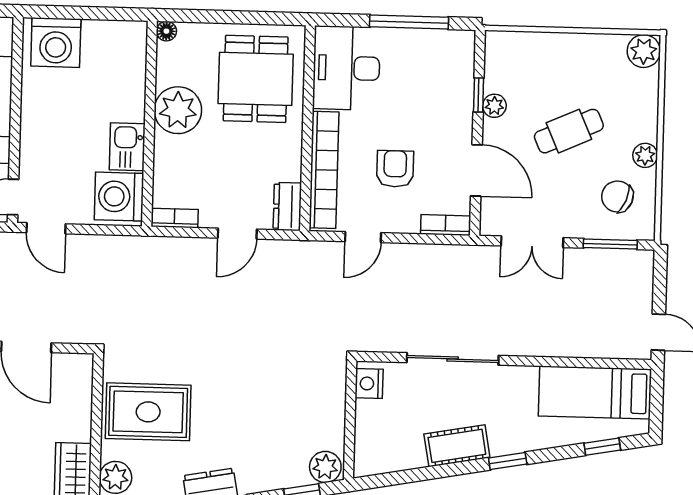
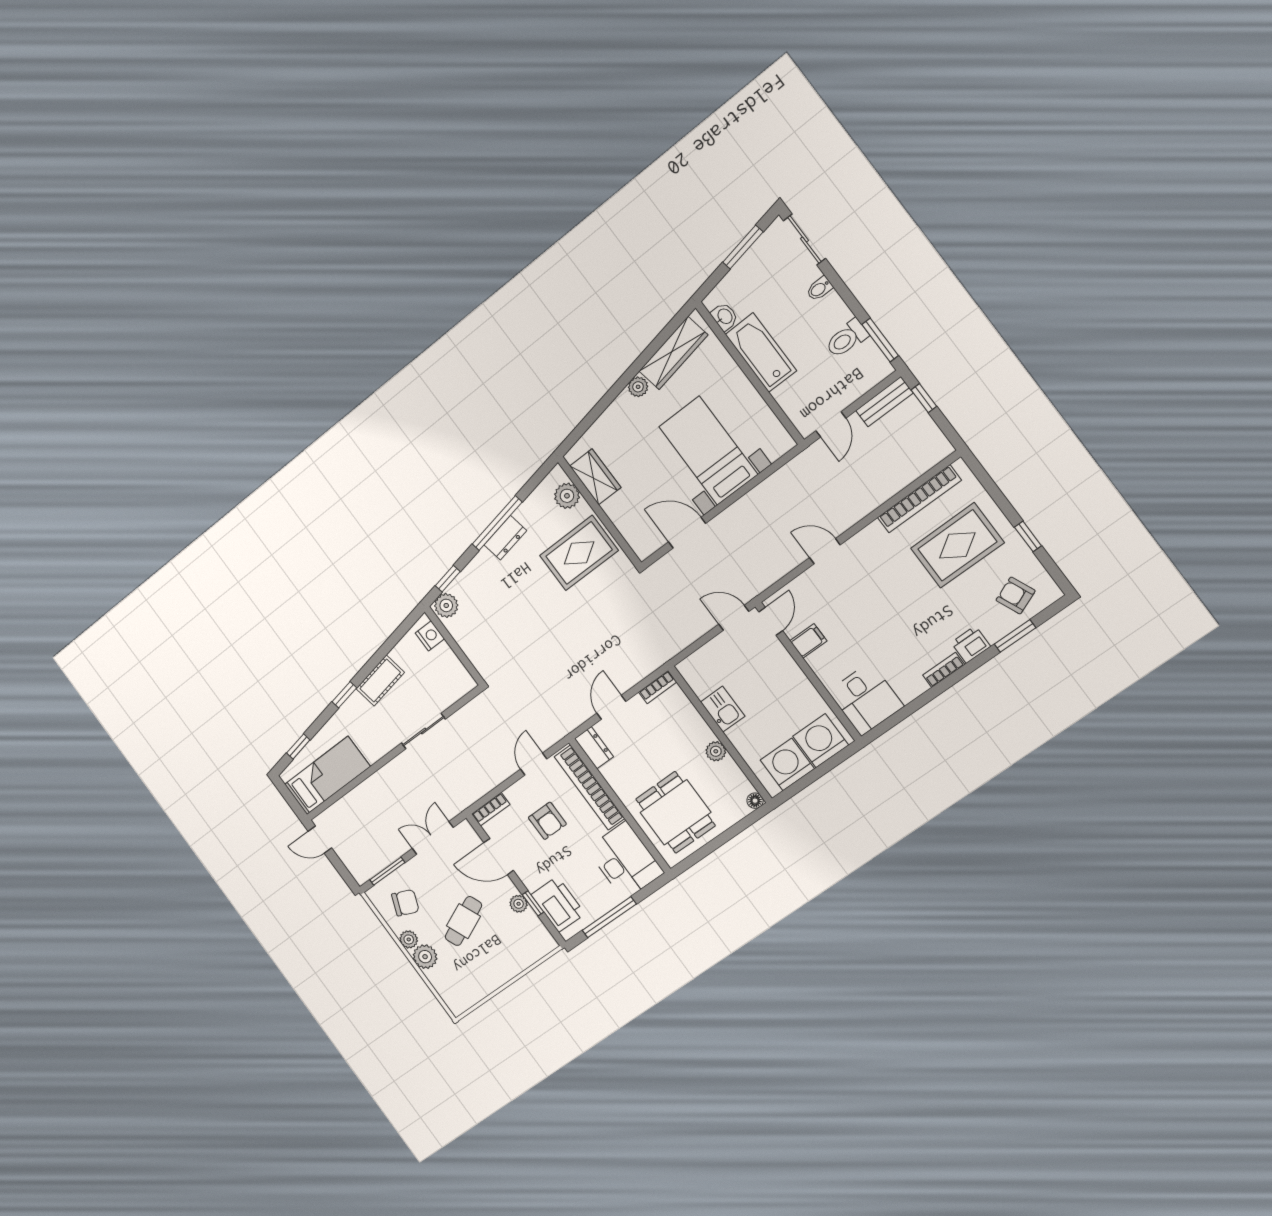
plant: (644, 51) -> (425, 957), moved
printer: (453, 75) -> (558, 904), added
plant: (178, 110) -> (716, 751), width x0.53, depth x0.53
washing machine: (119, 197) -> (787, 764), moved, turned -90
sliding door: (453, 359) -> (423, 731), width x0.73
nightstand: (369, 384) -> (430, 636), moved

